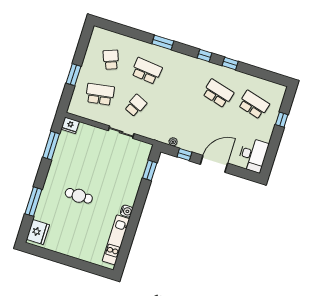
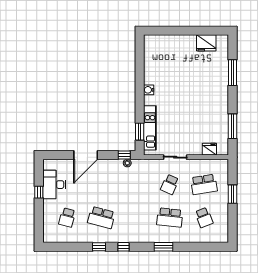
school desk: (254, 105) -> (67, 217), width x0.54
window: (282, 120) -> (39, 192), moved
fridge: (70, 125) -> (209, 149), moved
window: (184, 155) -> (124, 155), moved
desk: (253, 155) -> (54, 185), moved
cafe table: (79, 196) -> (194, 90), removed
fridge: (38, 232) -> (206, 43), moved, turned -90
kitchen unit: (116, 240) -> (150, 128), moved

